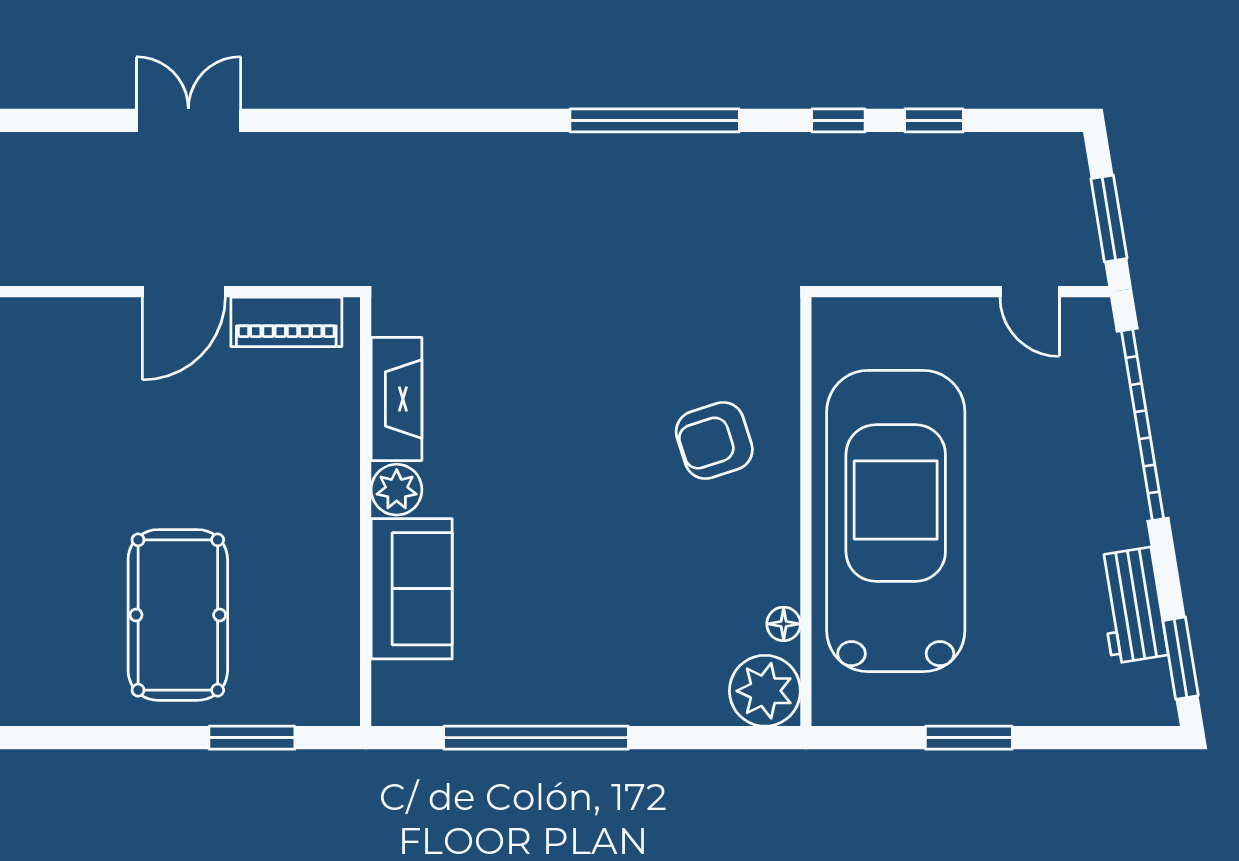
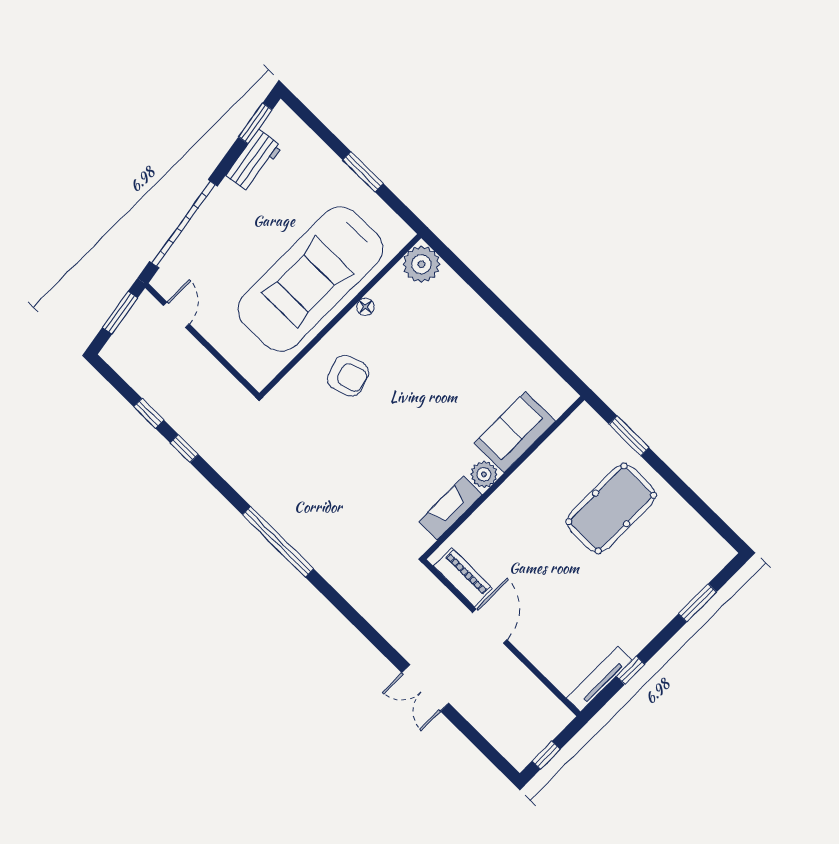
window: (655, 120) -> (278, 542), moved
door: (184, 292) -> (490, 626), hinge flipped
floor lamp: (784, 624) -> (365, 307), moved
window: (536, 738) -> (523, 331), removed

